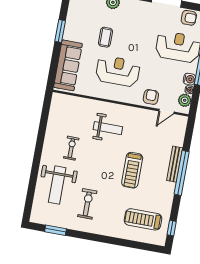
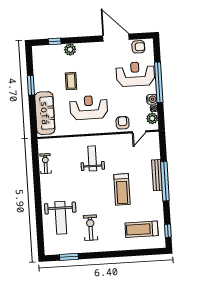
weight bench: (108, 128) -> (92, 158), turned -90
exercise bike: (71, 148) -> (46, 164), moved

